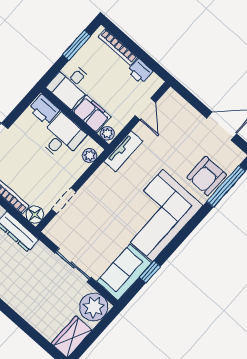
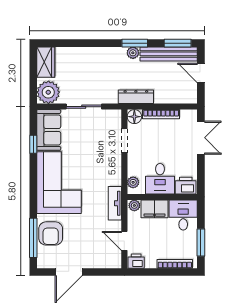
printer: (140, 71) -> (136, 261), moved
armchair: (207, 176) -> (51, 233), turned 180

